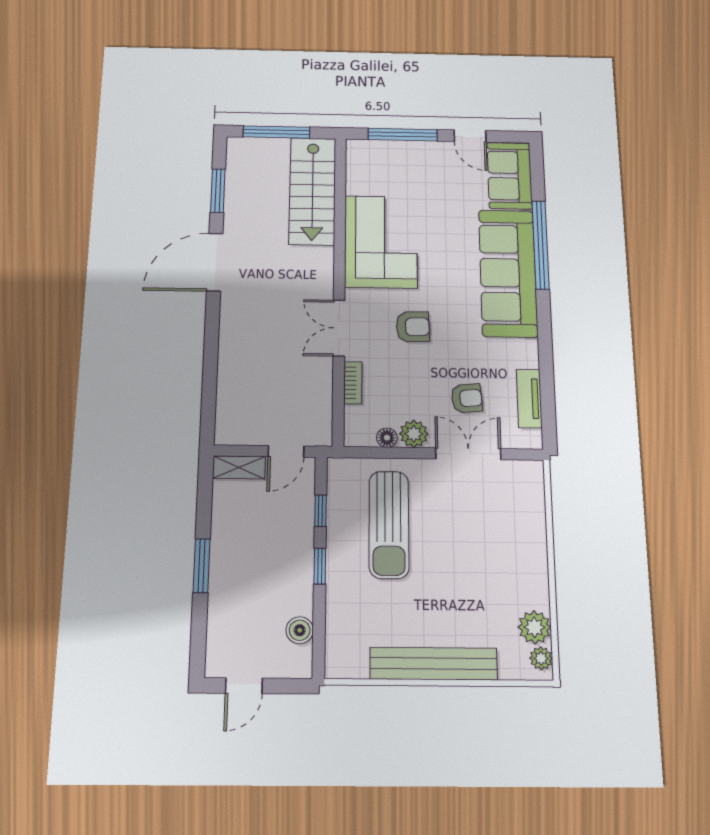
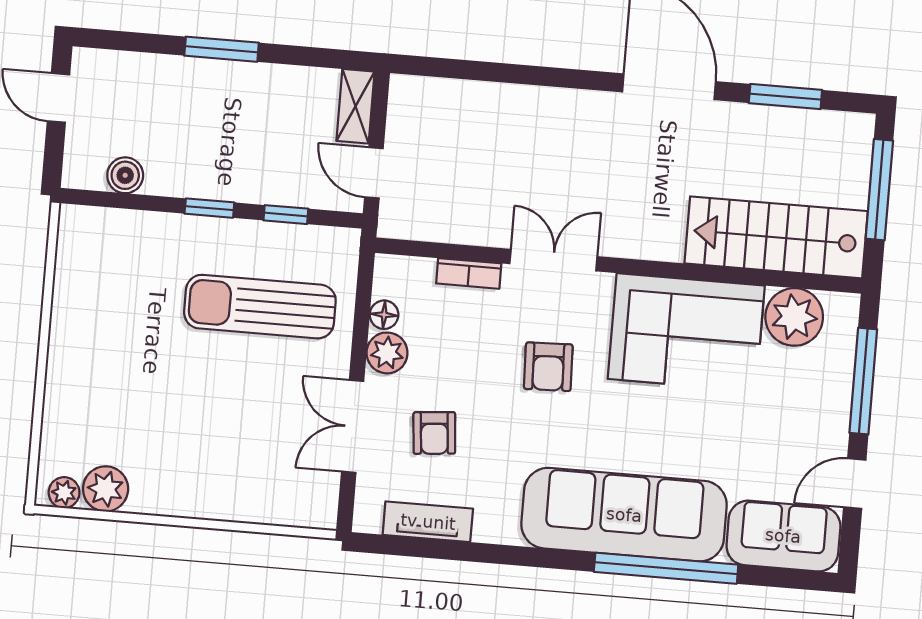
plant: (365, 177) -> (794, 317), added
double door: (468, 454) -> (353, 426), swing flipped
bench: (434, 664) -> (68, 349), removed

